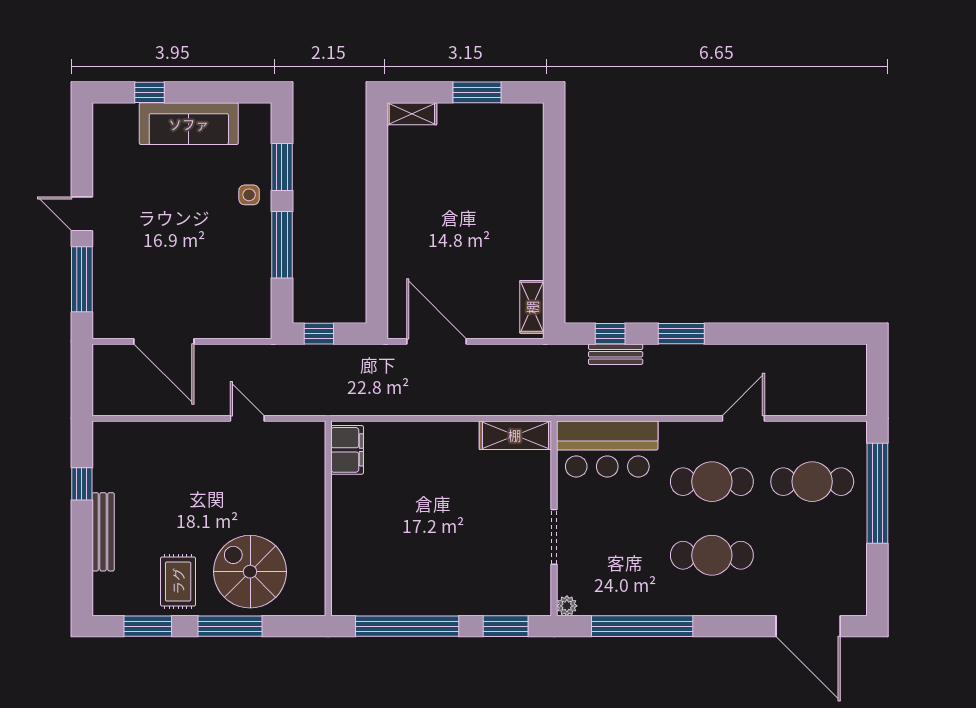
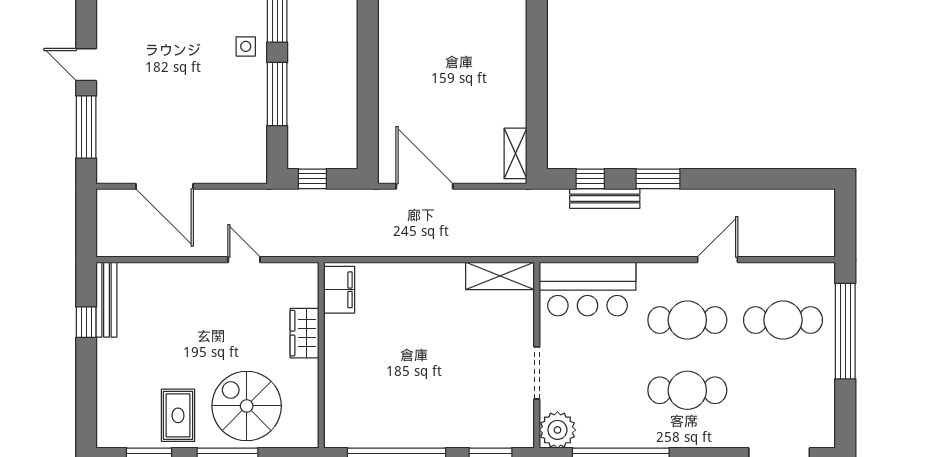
bench: (616, 354) -> (605, 198), width x1.36
wardrobe: (311, 495) -> (305, 333), added
bench: (103, 532) -> (106, 300), moved
plant: (567, 606) -> (557, 430), width x1.88, depth x1.88

